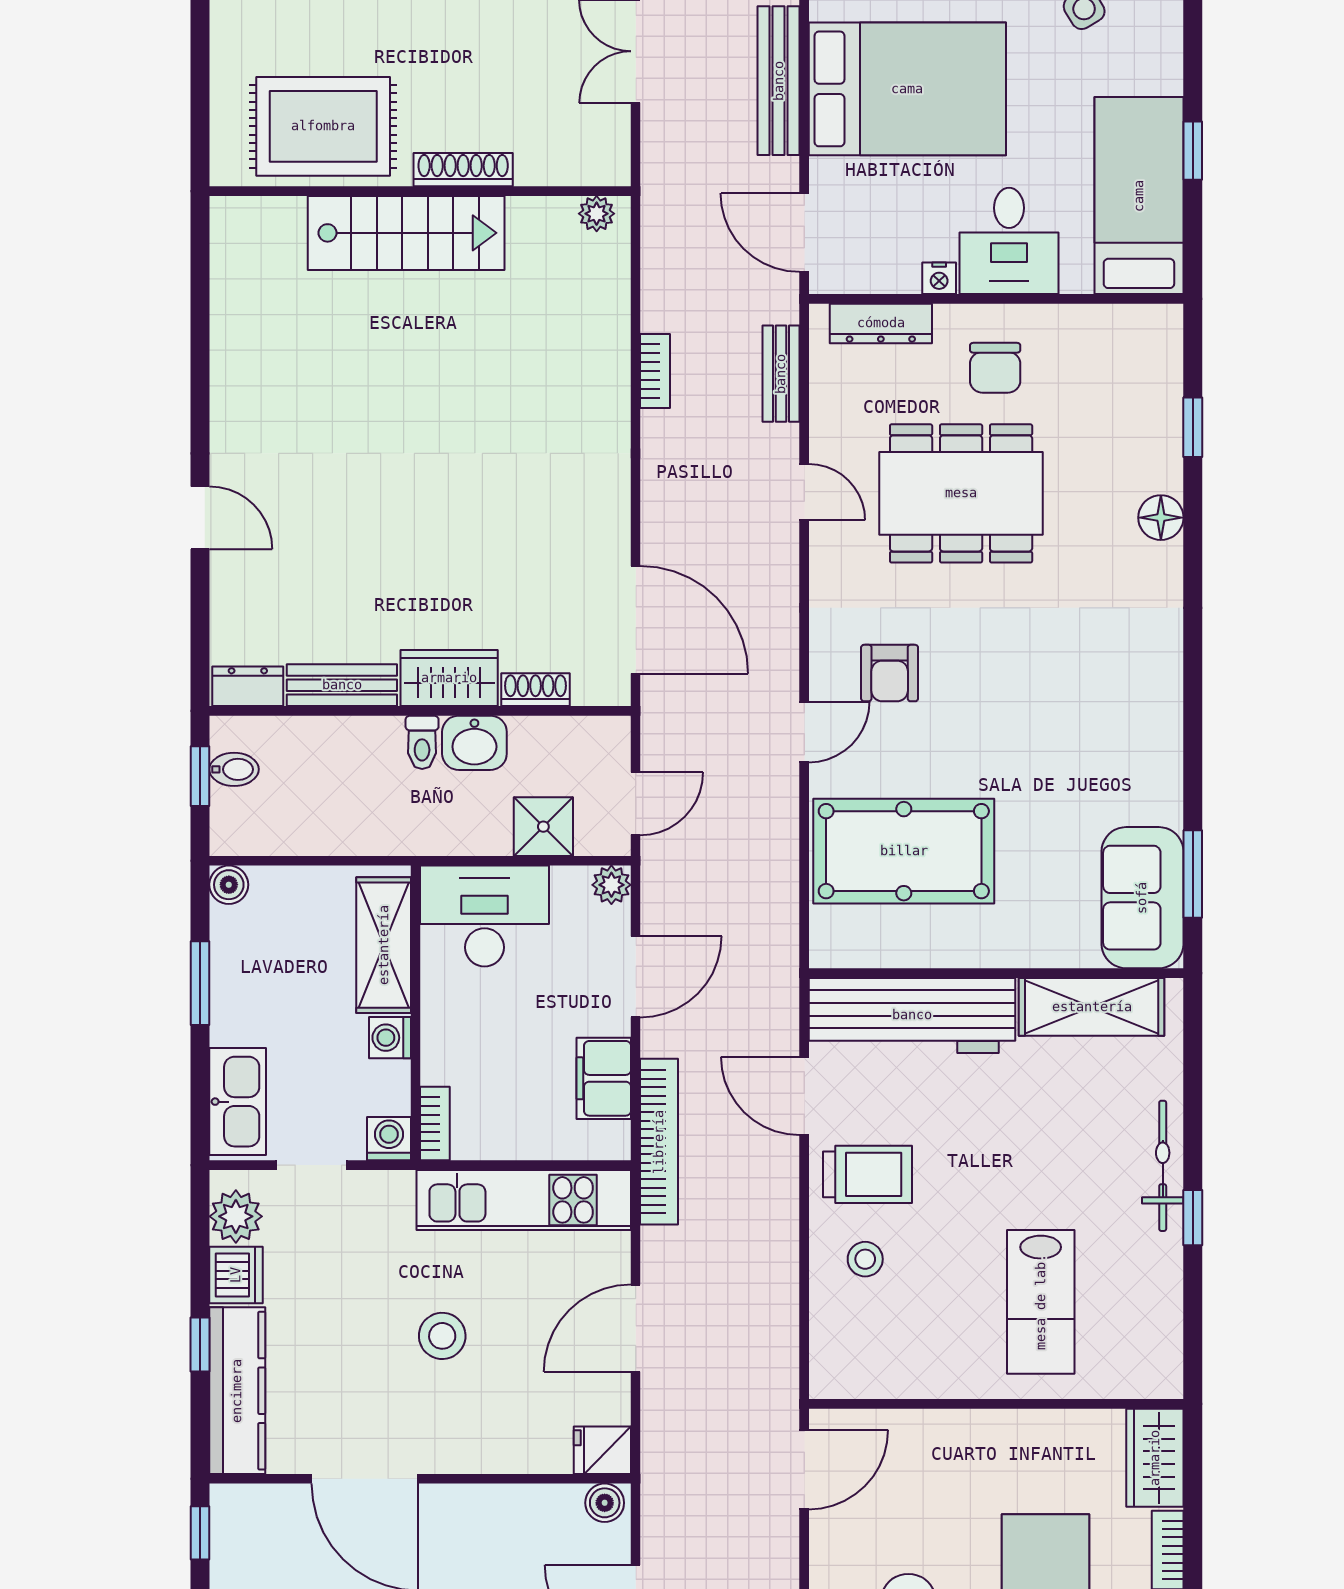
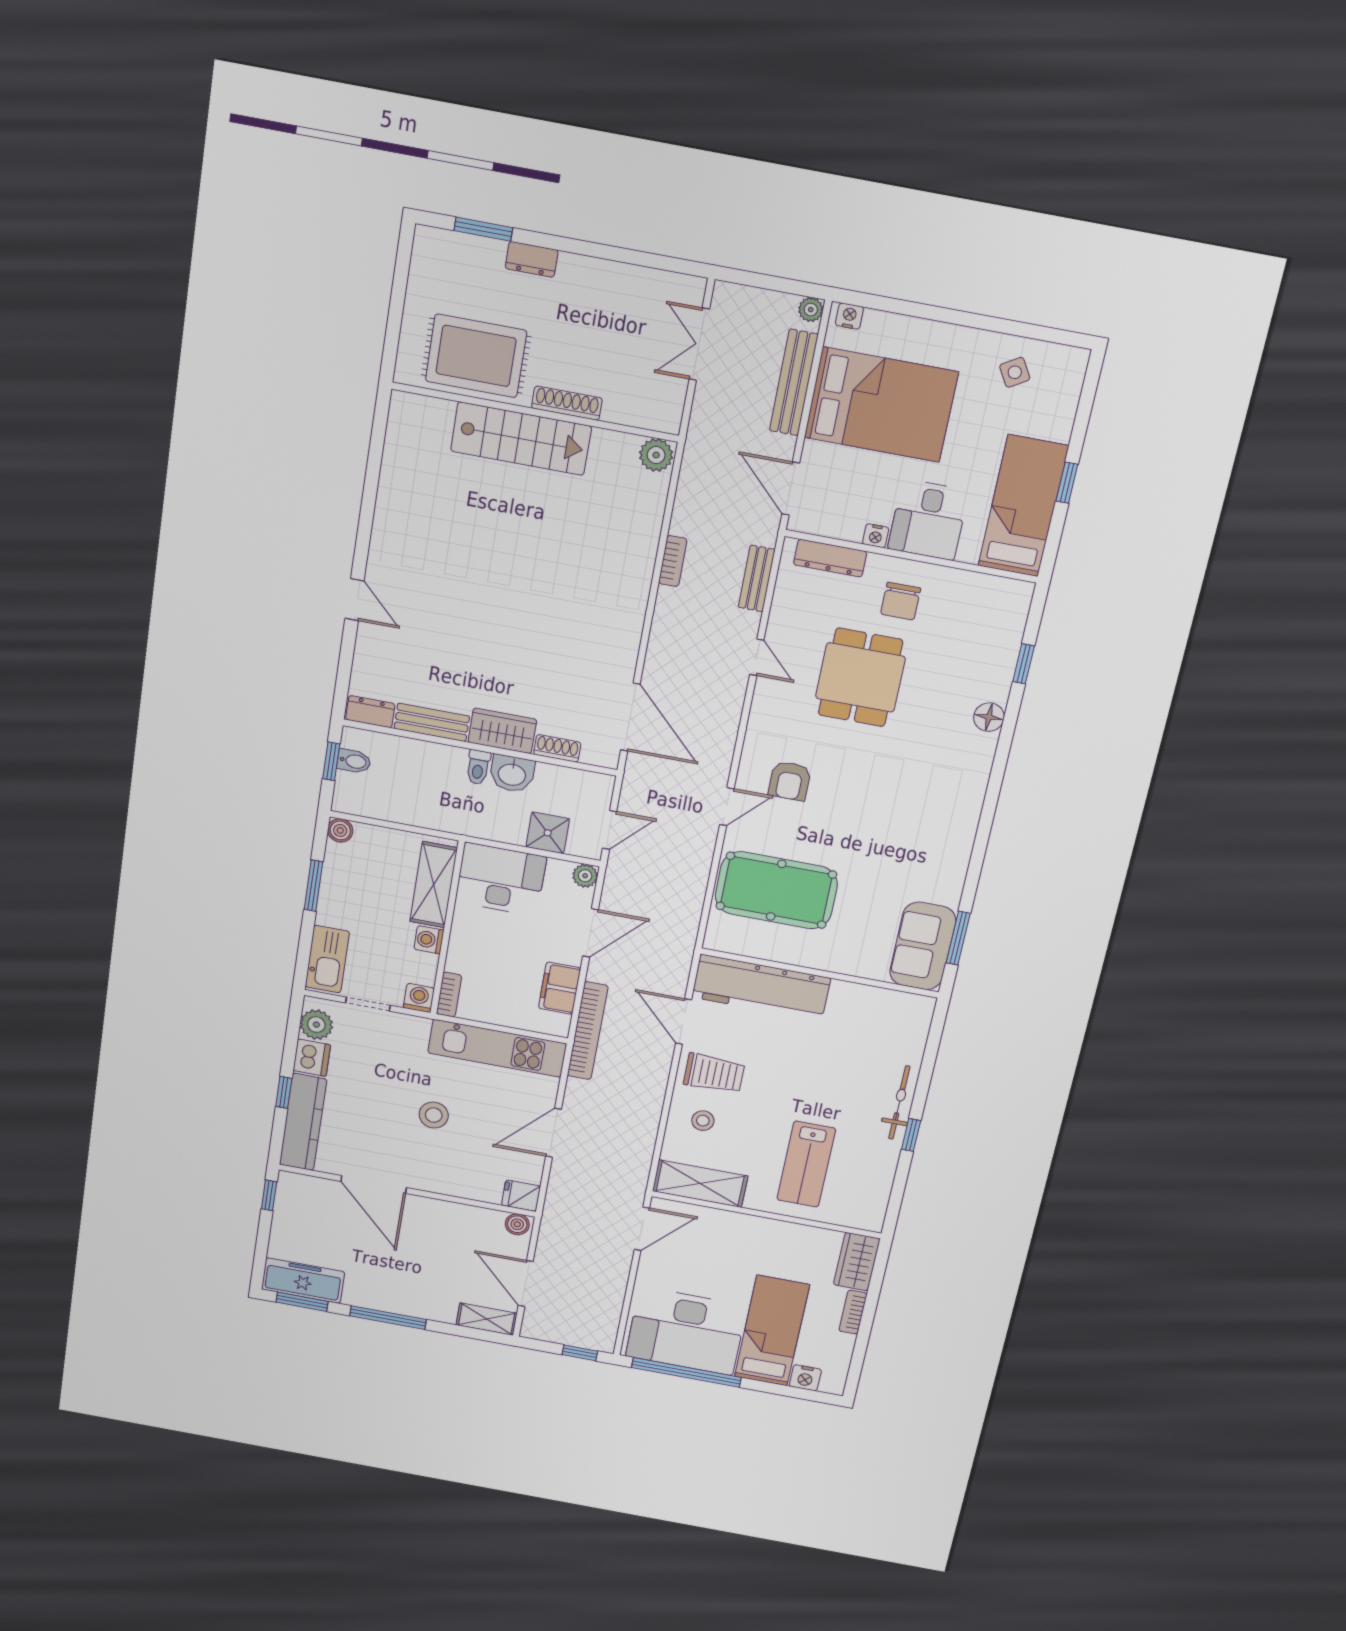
plant: (597, 214) -> (656, 455), width x1.38, depth x1.38
dining table: (961, 493) -> (860, 677), width x0.73
shelving: (1092, 1007) -> (700, 1184), moved

